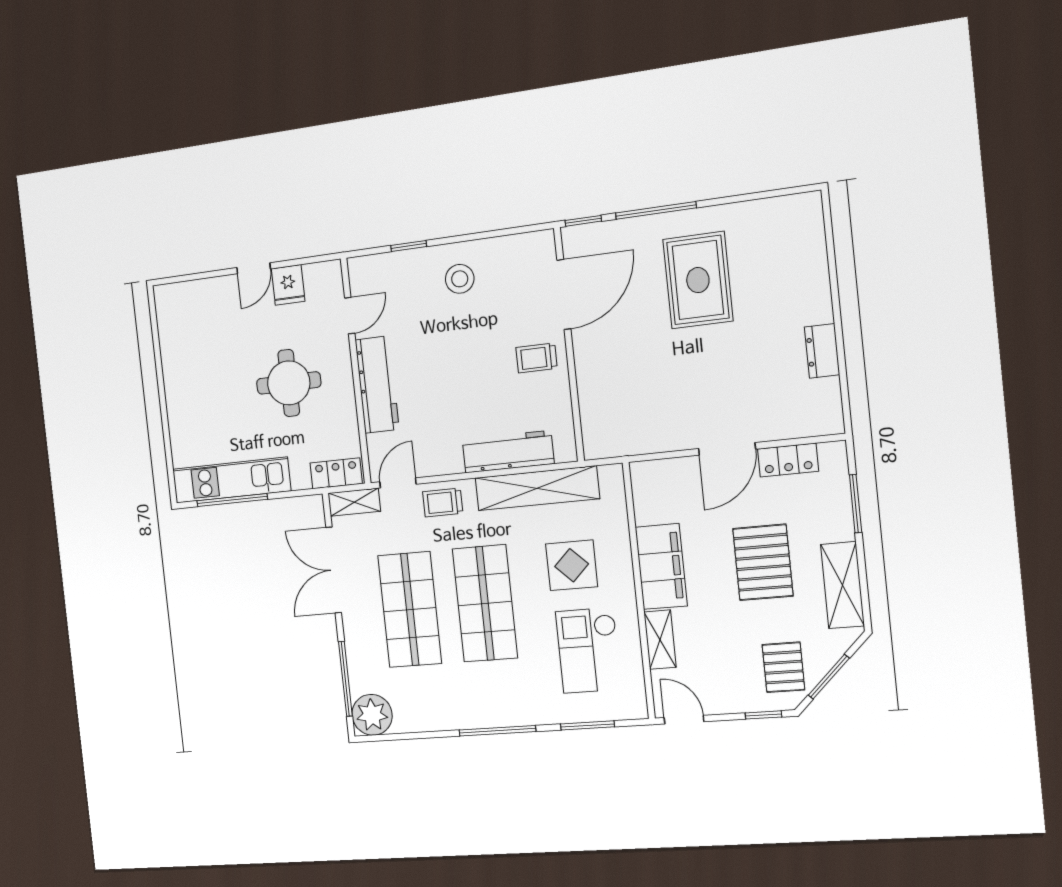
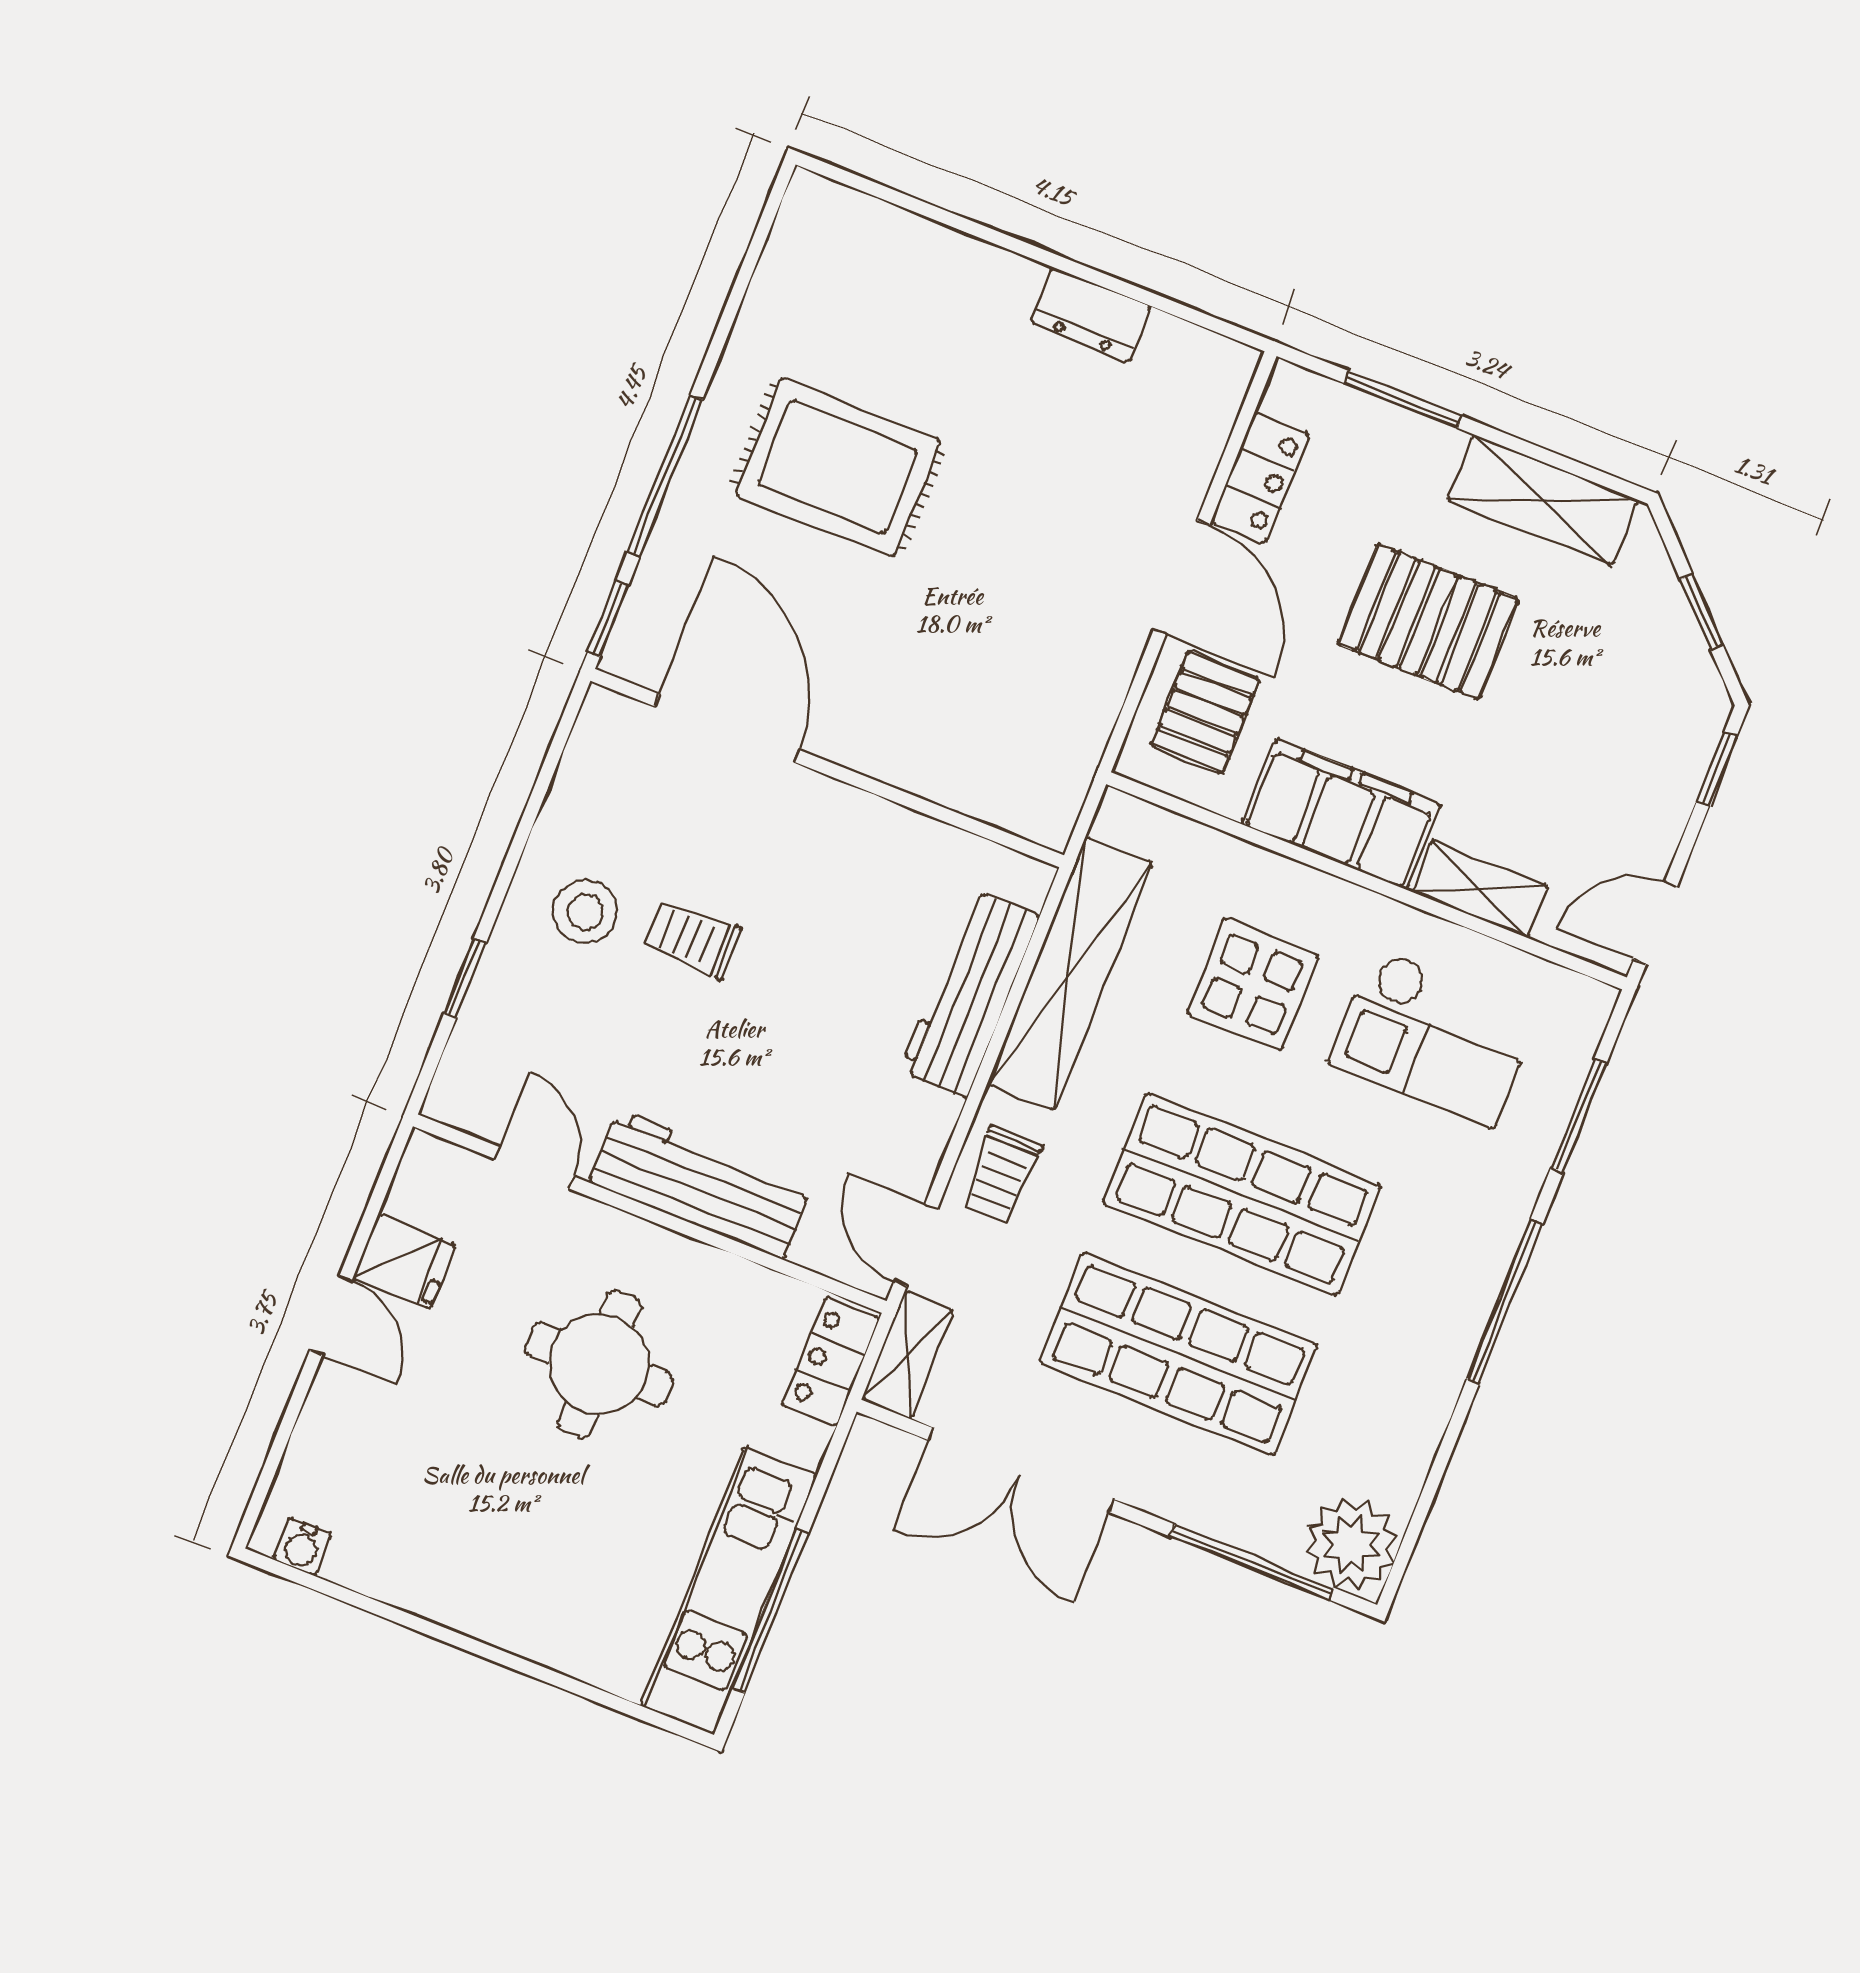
water cooler: (164, 307) -> (302, 1547), added
trolley: (536, 358) -> (692, 938), moved, turned 90
pallet: (783, 667) -> (1205, 712), moved, turned 90
window: (829, 677) -> (1702, 612), width x0.67

